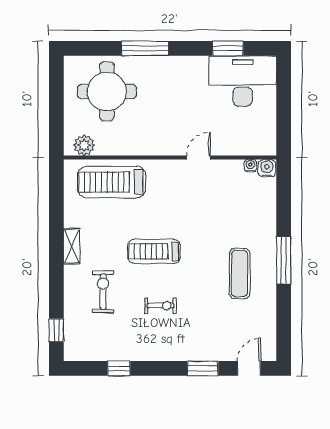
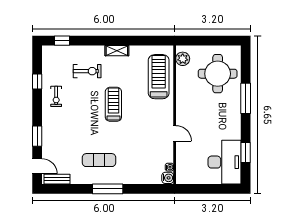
exercise bike: (161, 306) -> (56, 96), moved
bench: (269, 338) -> (57, 179), added

